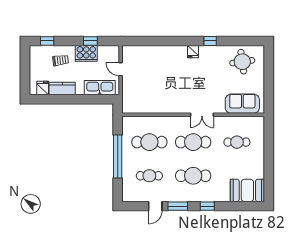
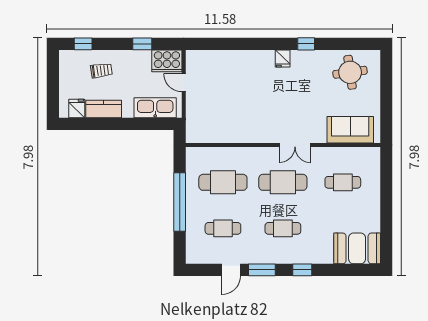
cooker: (86, 53) -> (167, 61), moved
cafe table: (193, 176) -> (283, 228), width x0.73, depth x0.74

